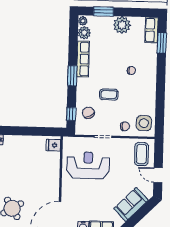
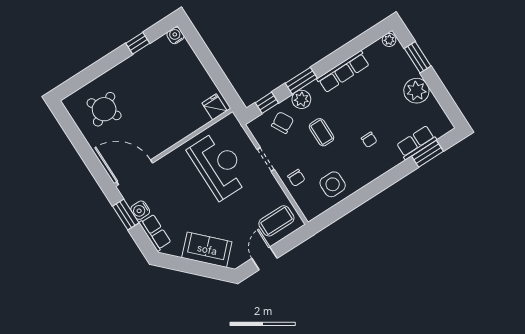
row of seats: (152, 30) -> (416, 142), moved
plant: (84, 33) -> (301, 99), moved
window: (72, 76) -> (301, 81), moved
side table: (144, 123) -> (333, 184), moved

